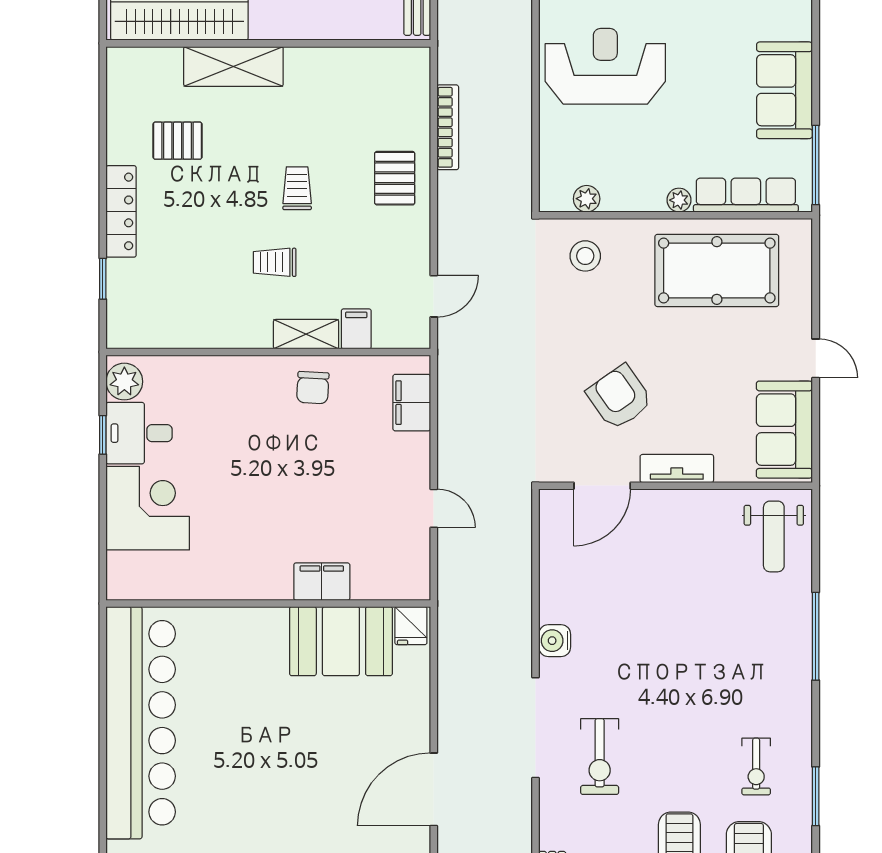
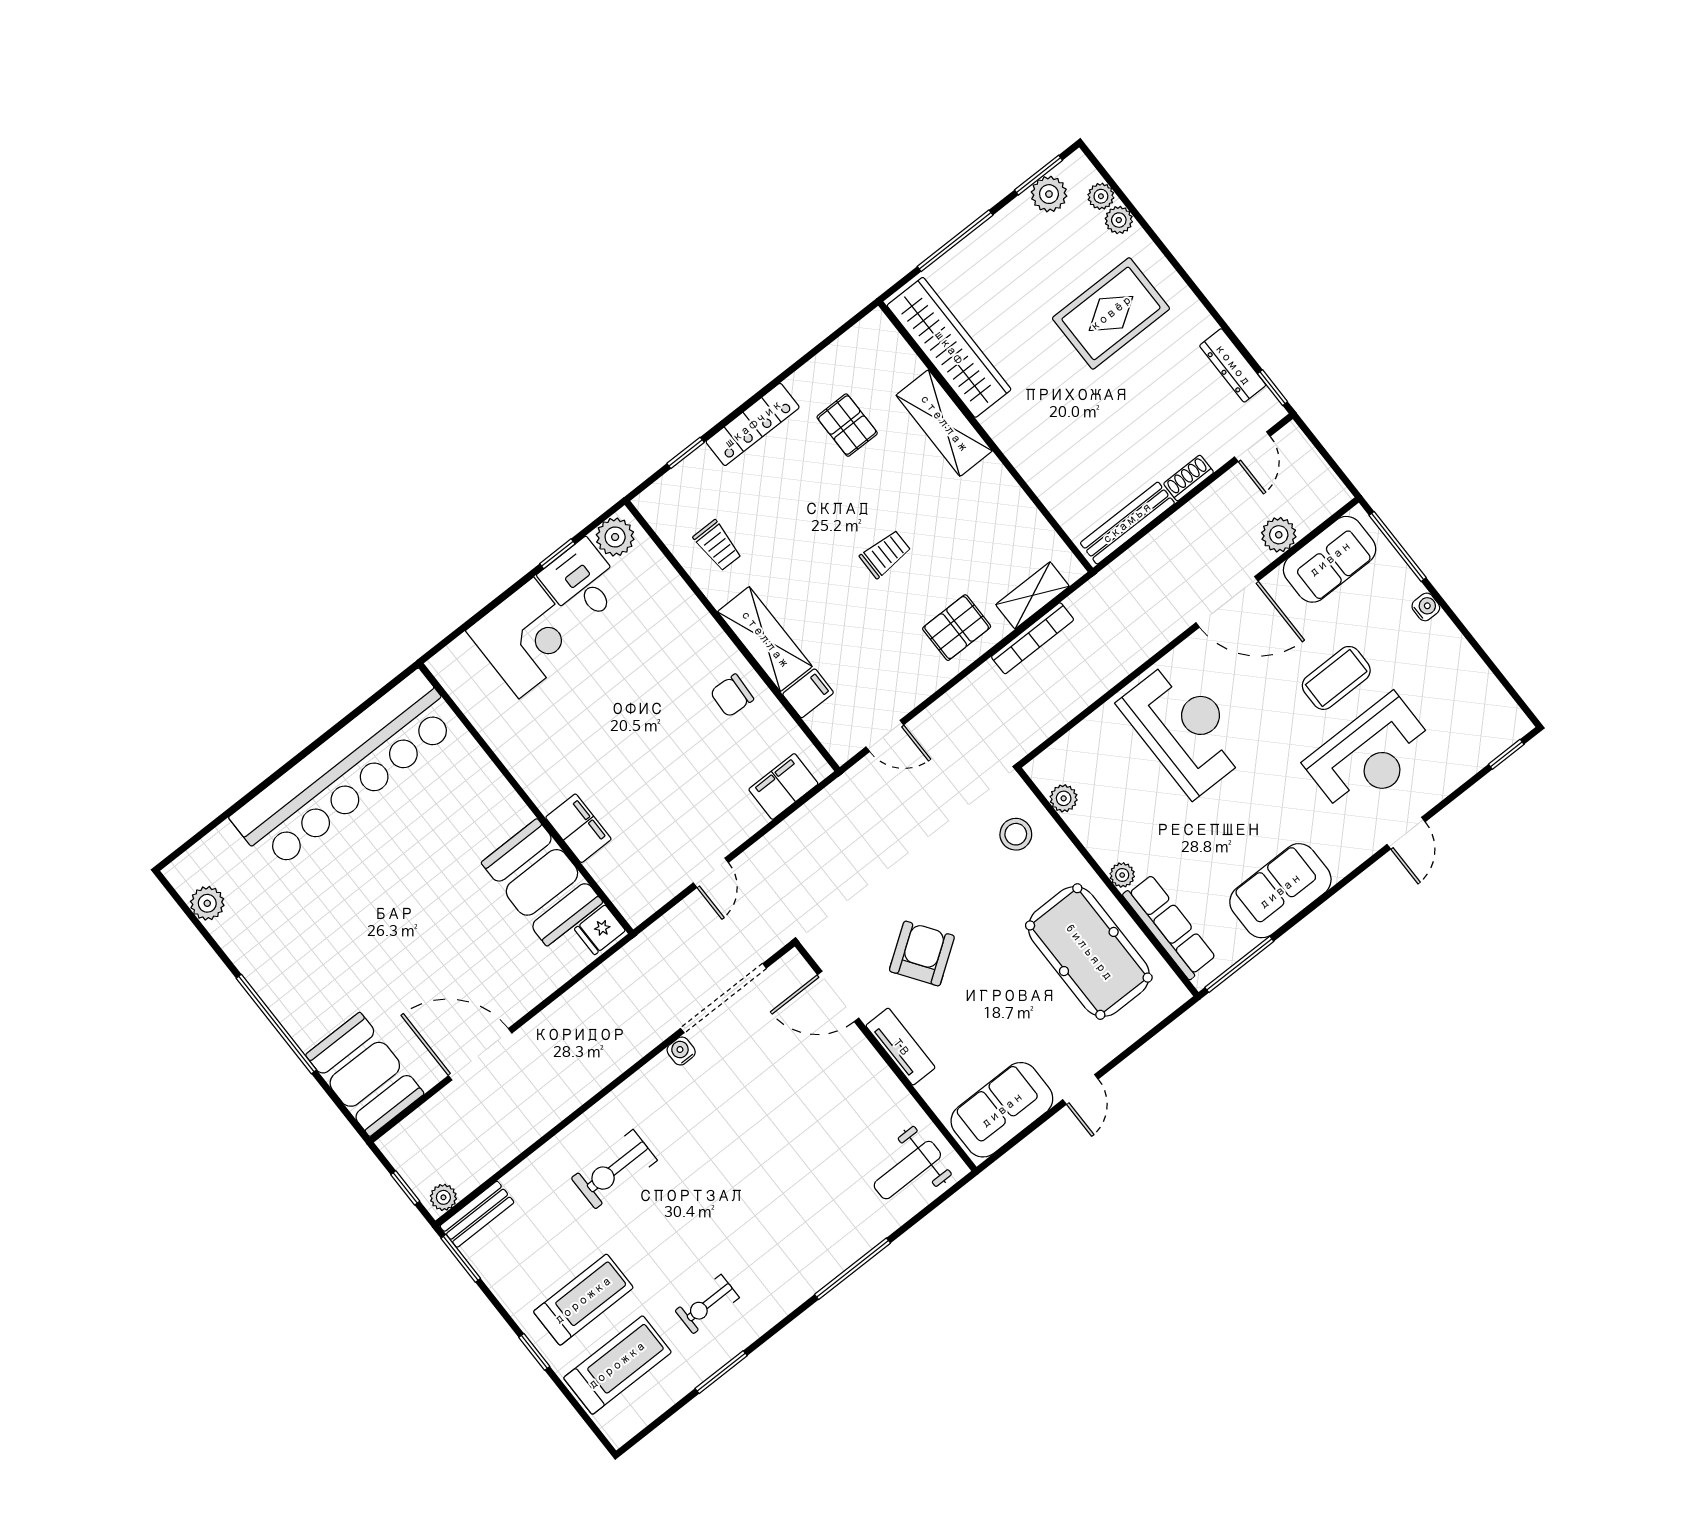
shelving: (415, 102) -> (1033, 595), added
trolley: (275, 262) -> (717, 545), moved, turned 180
shelving: (306, 334) -> (765, 639), width x1.50, depth x1.33
water cooler: (555, 641) -> (681, 1051), width x0.72, depth x0.72
doorway: (536, 728) -> (723, 998), moved

